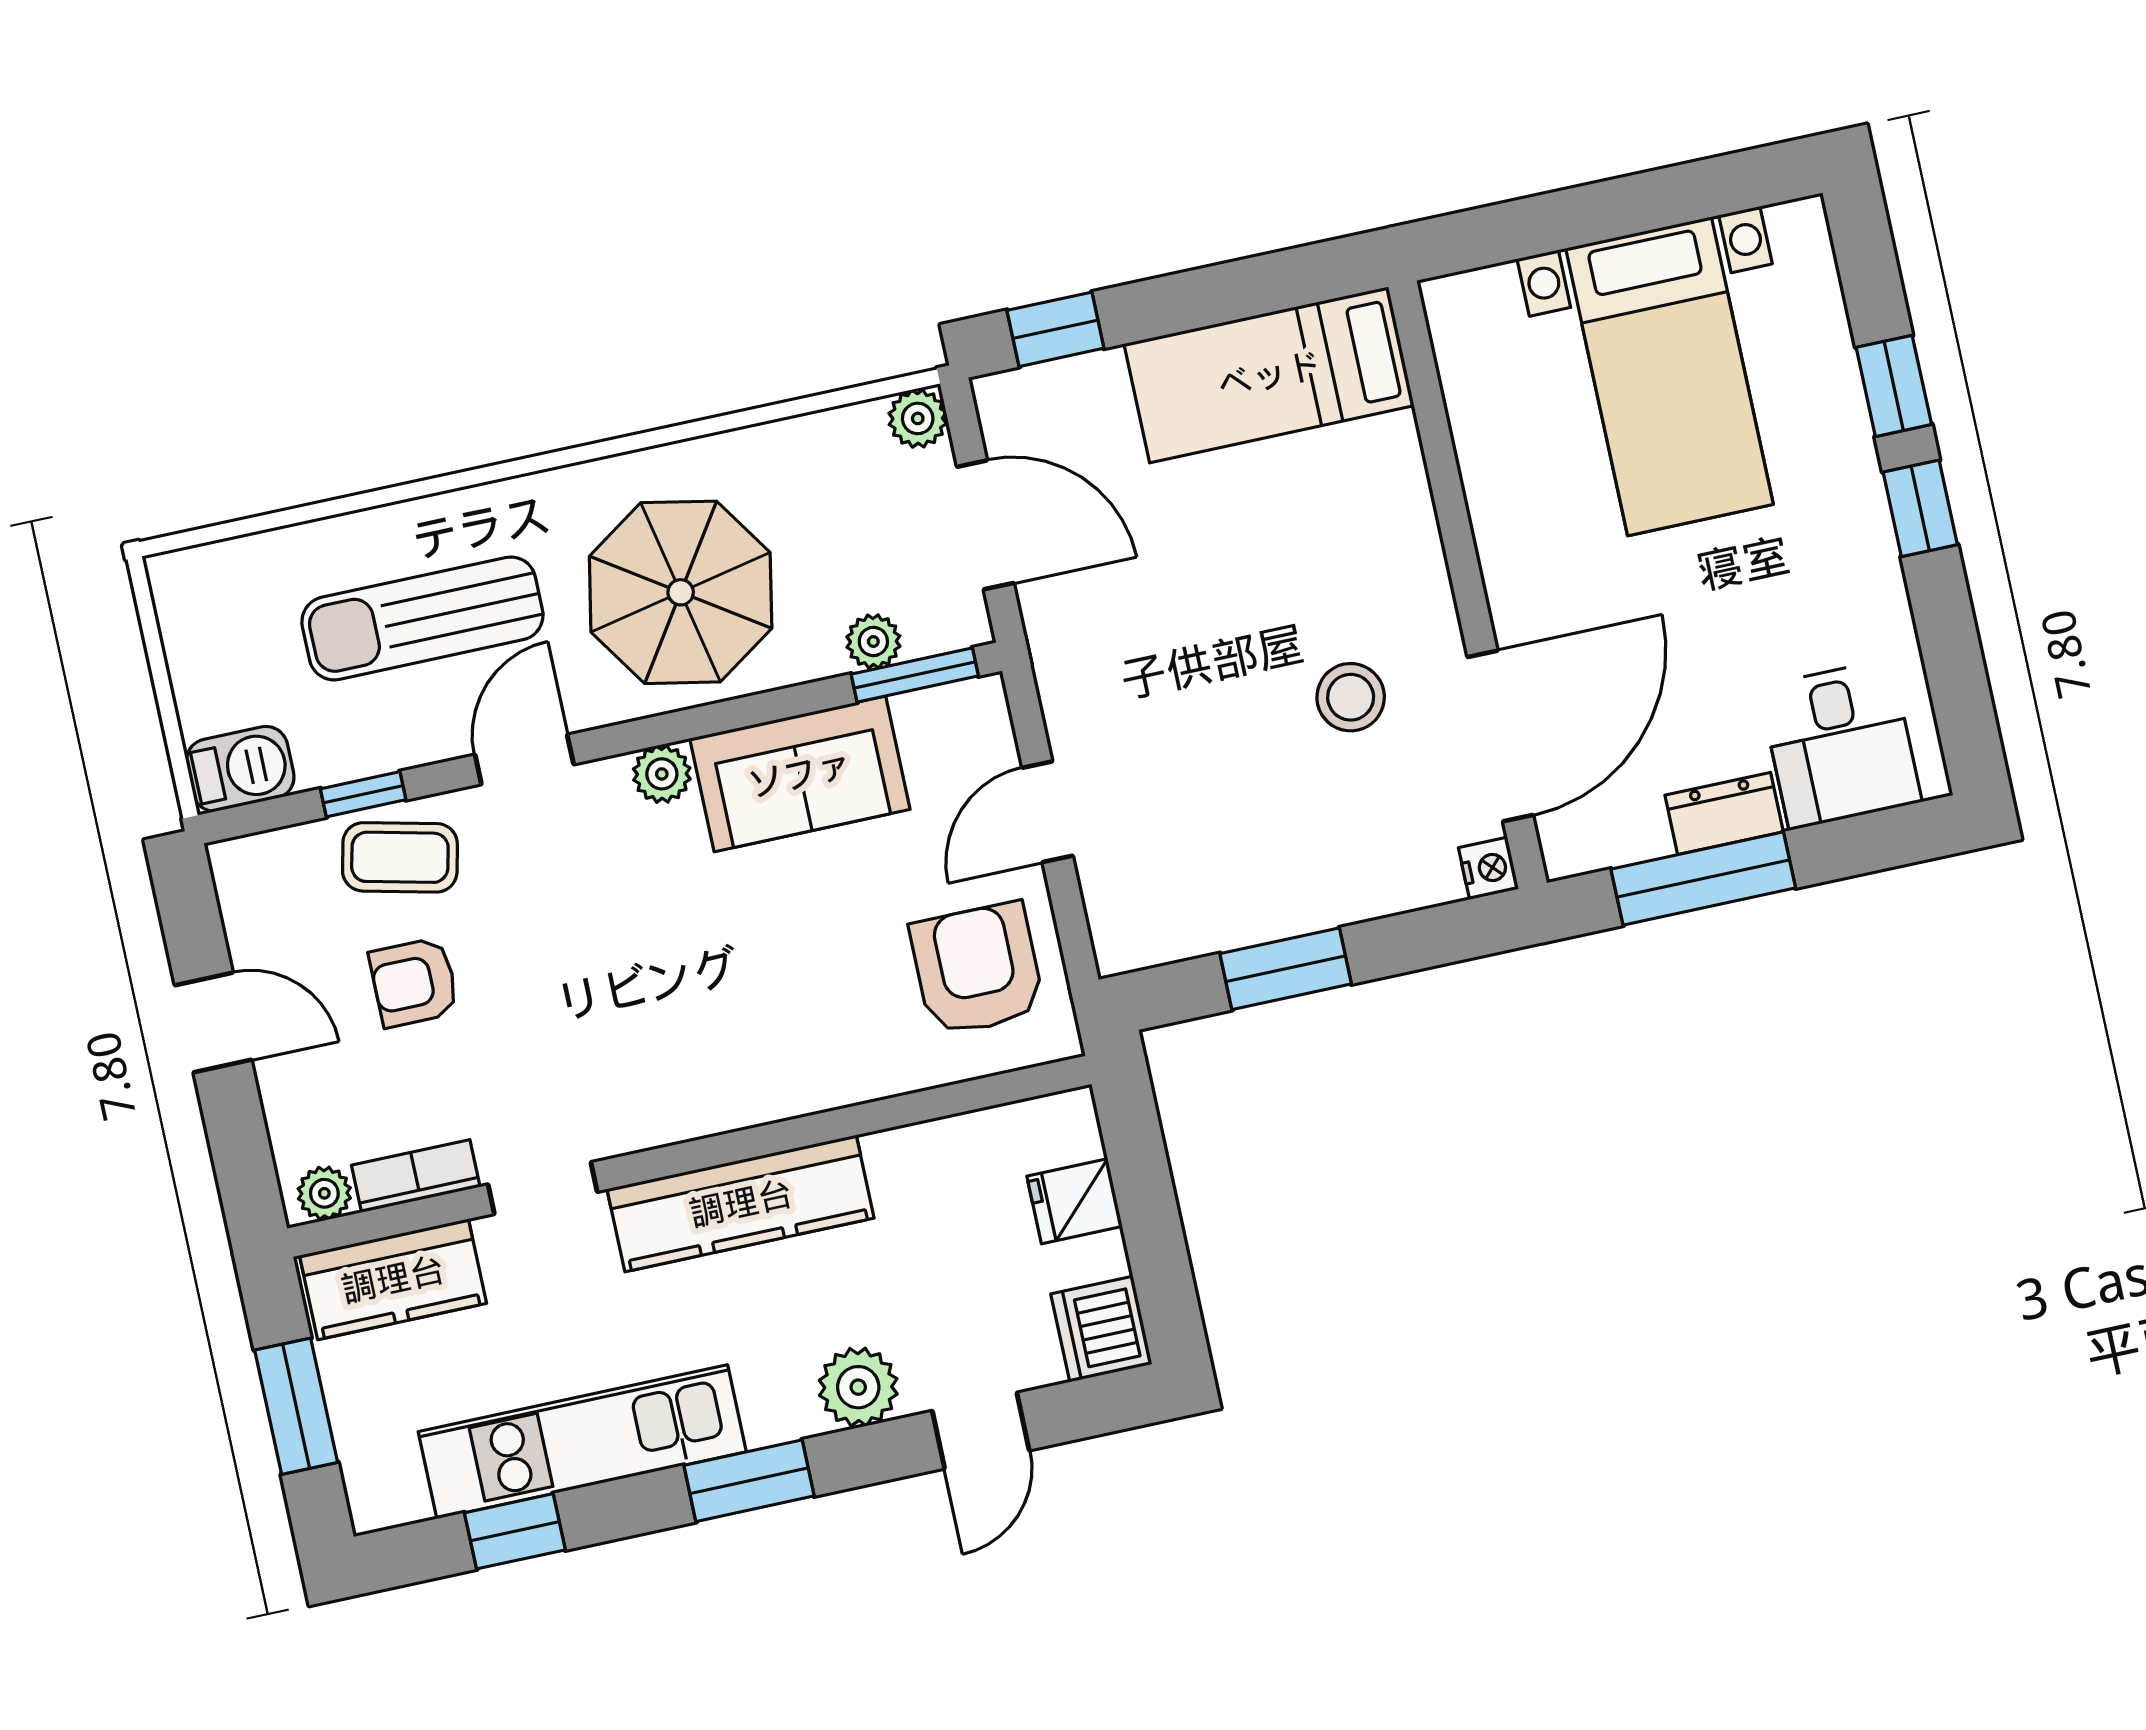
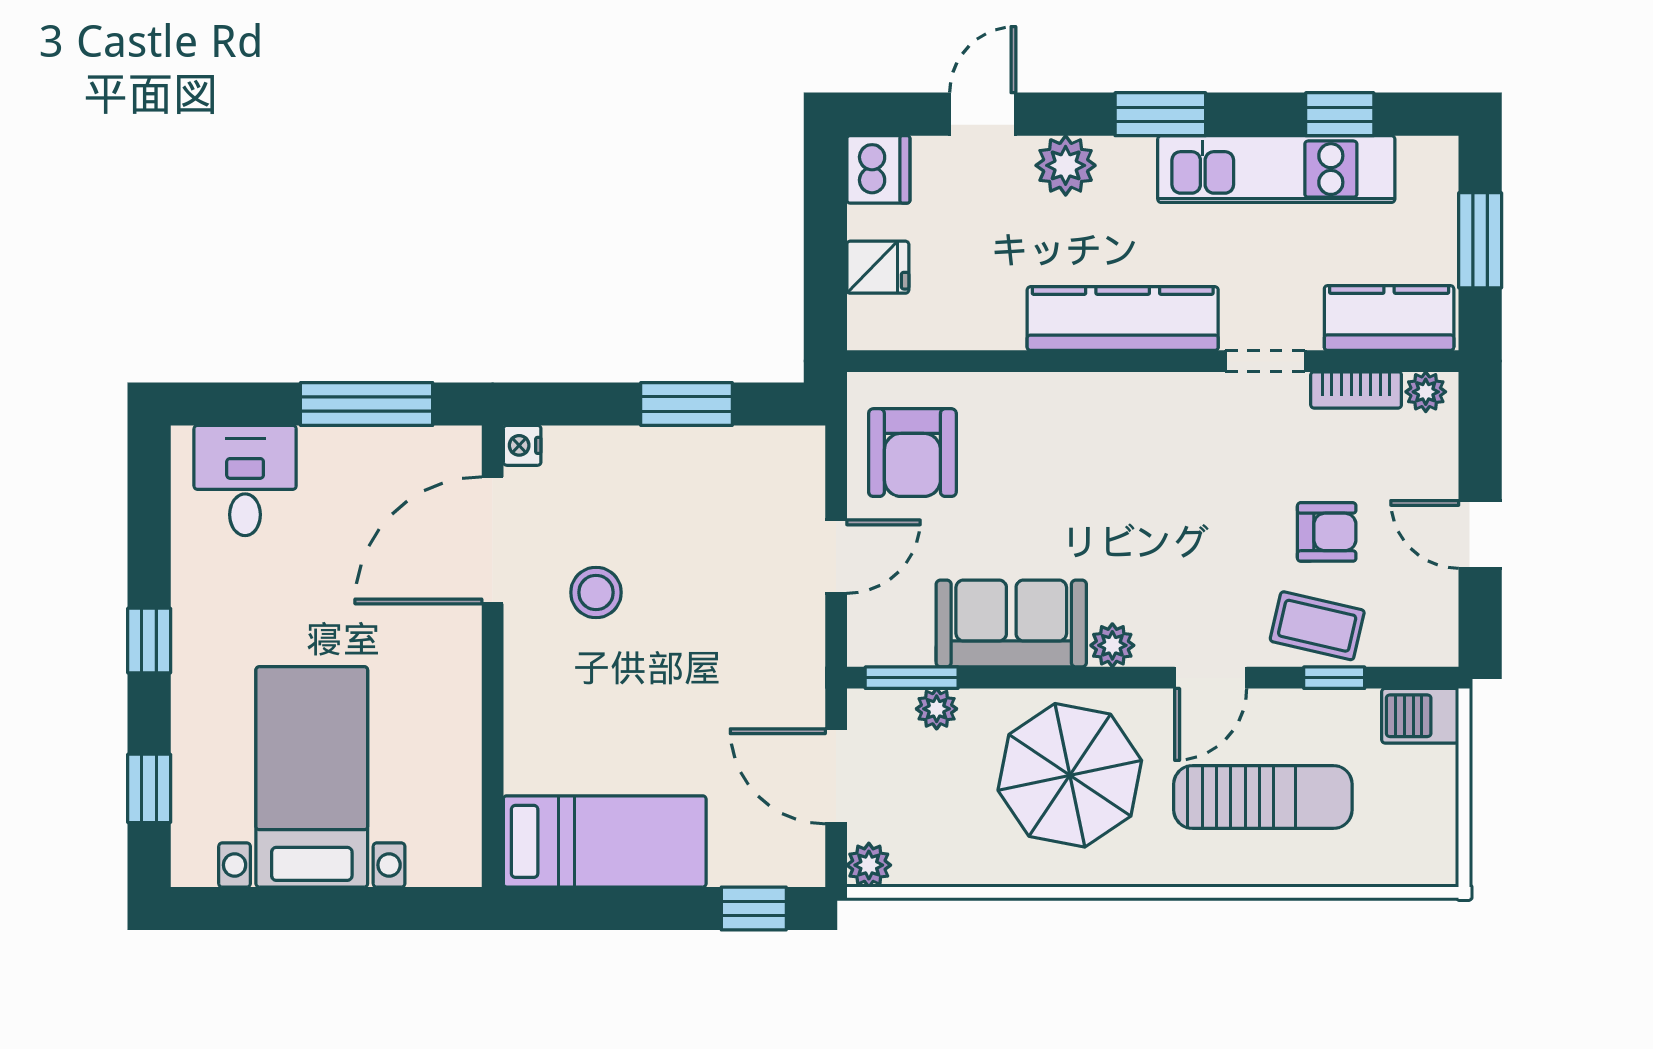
window: (1894, 386) -> (149, 788), moved
dresser: (1724, 813) -> (341, 448), removed

